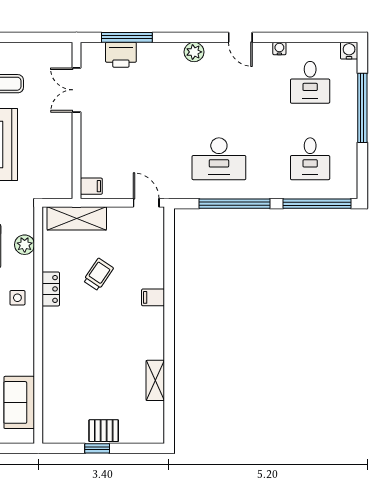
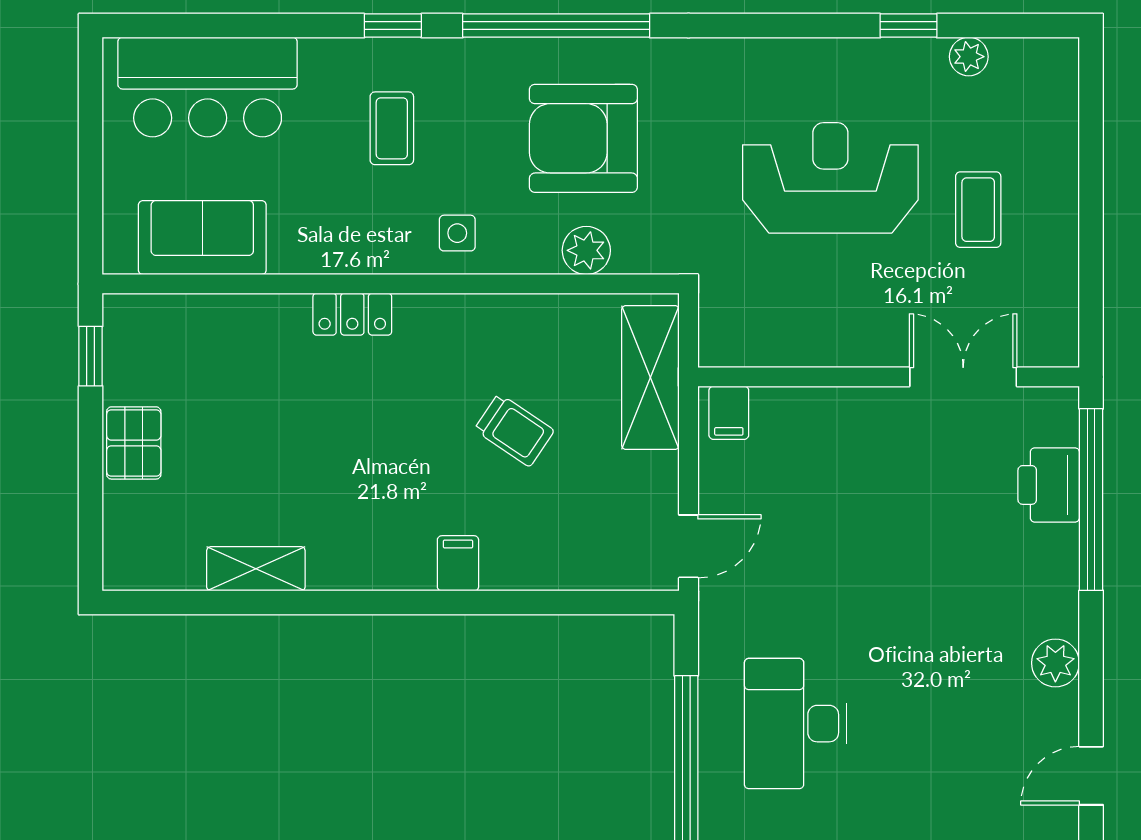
window: (127, 37) -> (1091, 500), width x1.46
locker: (51, 289) -> (352, 314), moved
window: (97, 448) -> (91, 356), moved

